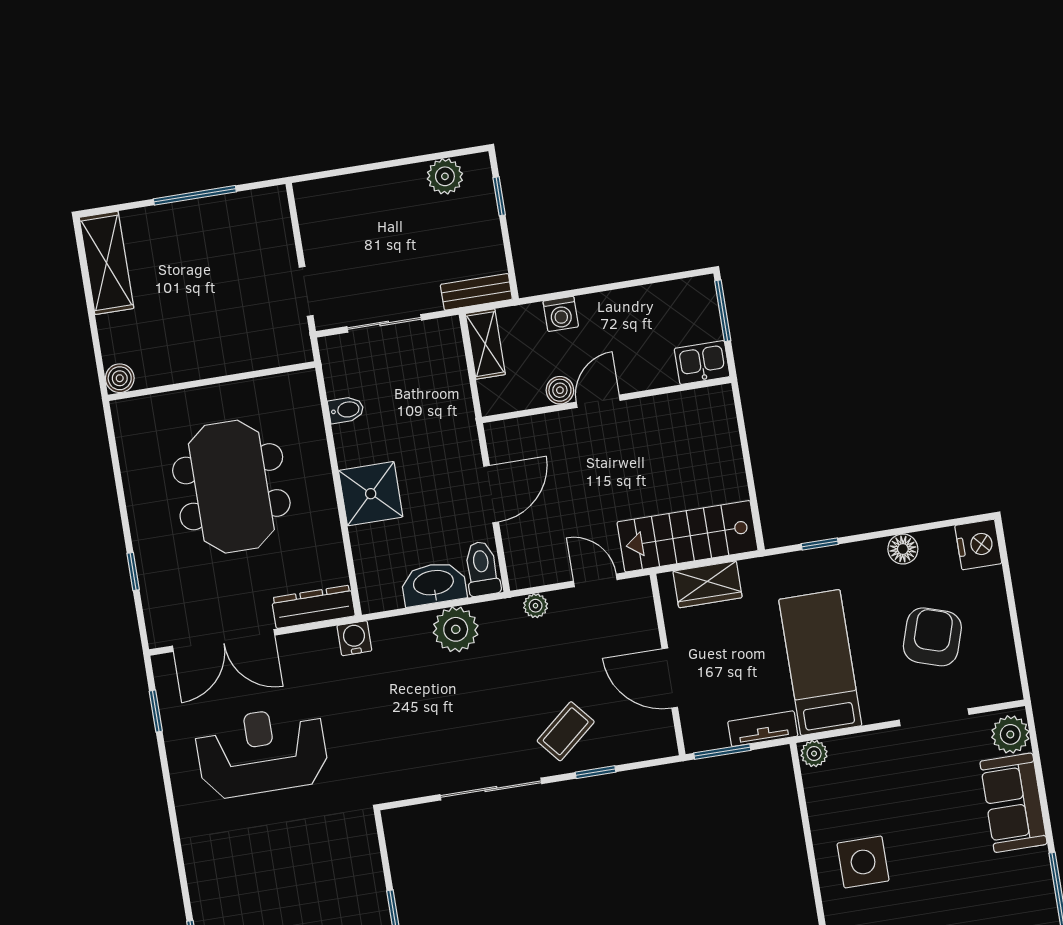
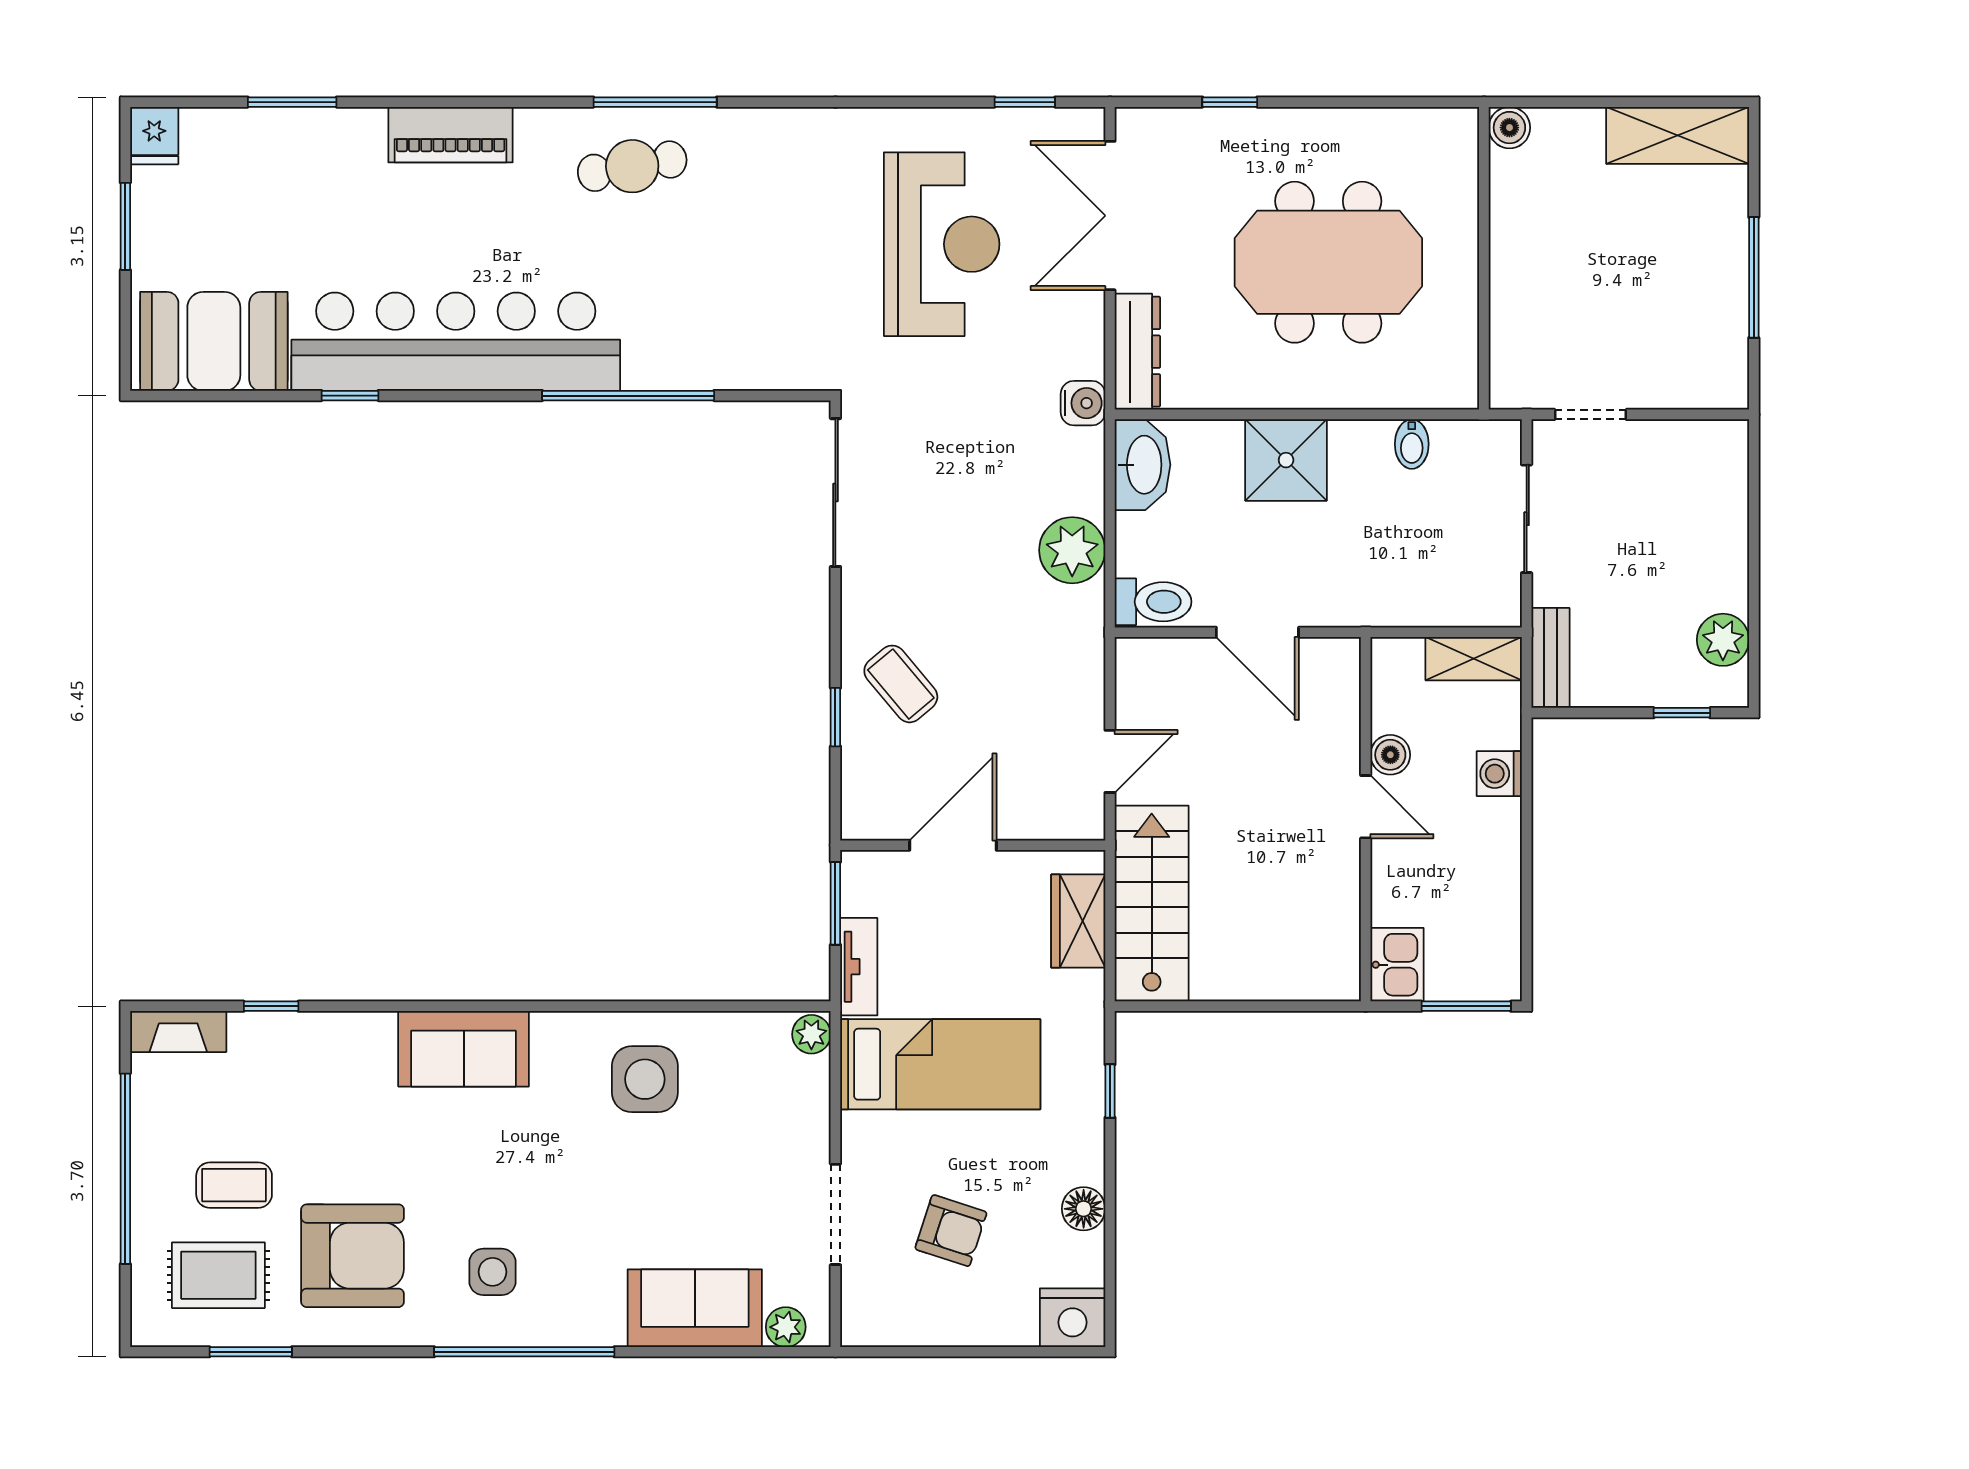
washbasin: (434, 584) -> (1143, 465), moved
plant: (536, 606) -> (1088, 670), removed
armchair: (932, 637) -> (951, 1231), width x0.72, depth x0.72
plant: (1010, 734) -> (786, 1327), width x0.73, depth x0.73
sliding door: (491, 789) -> (835, 493), moved

